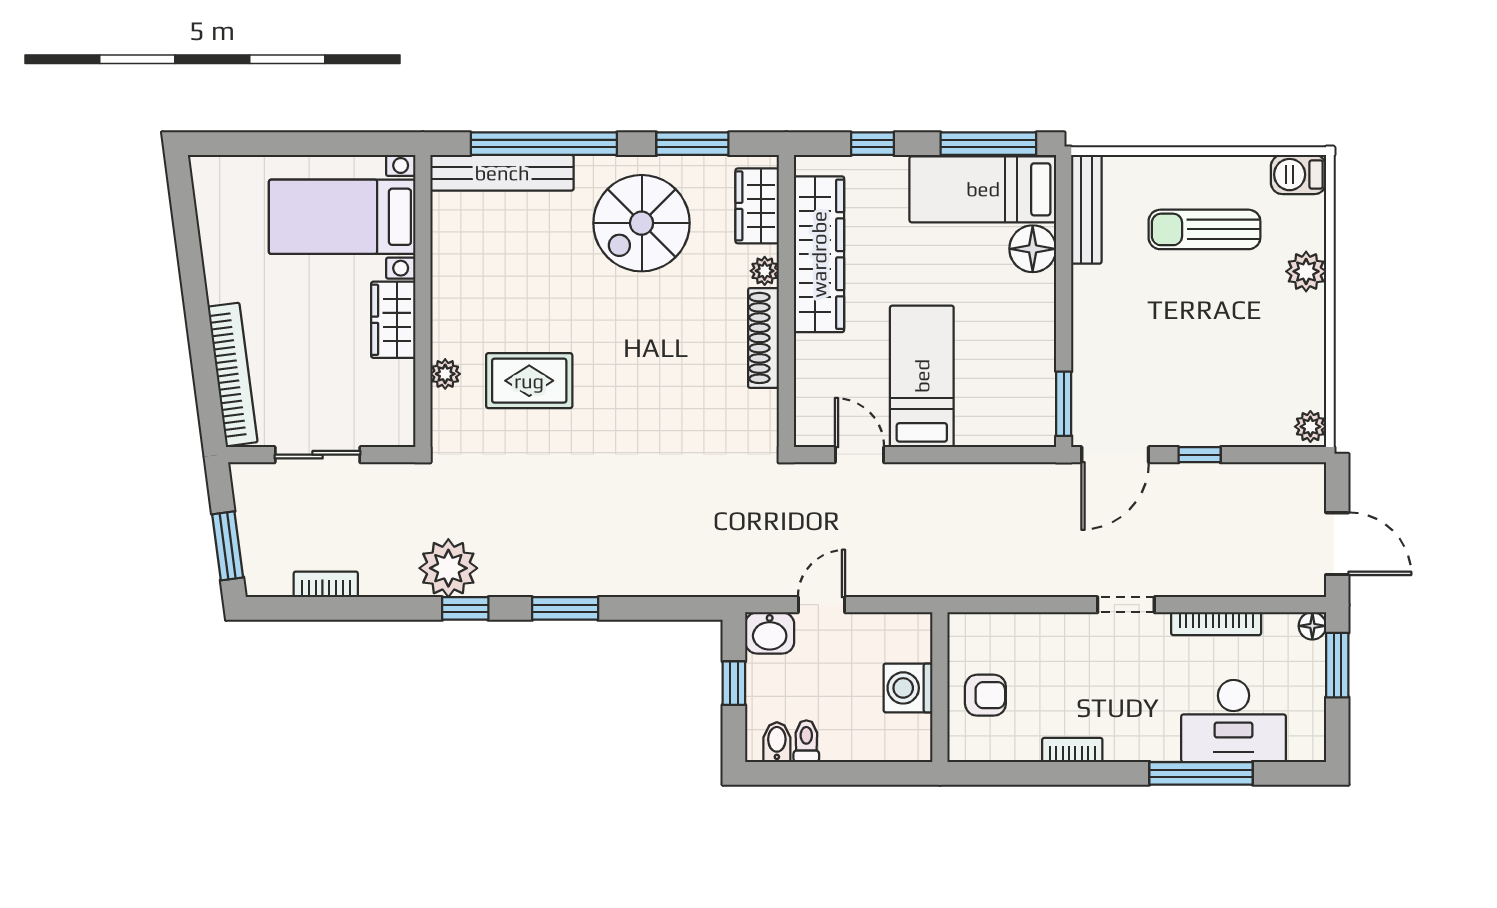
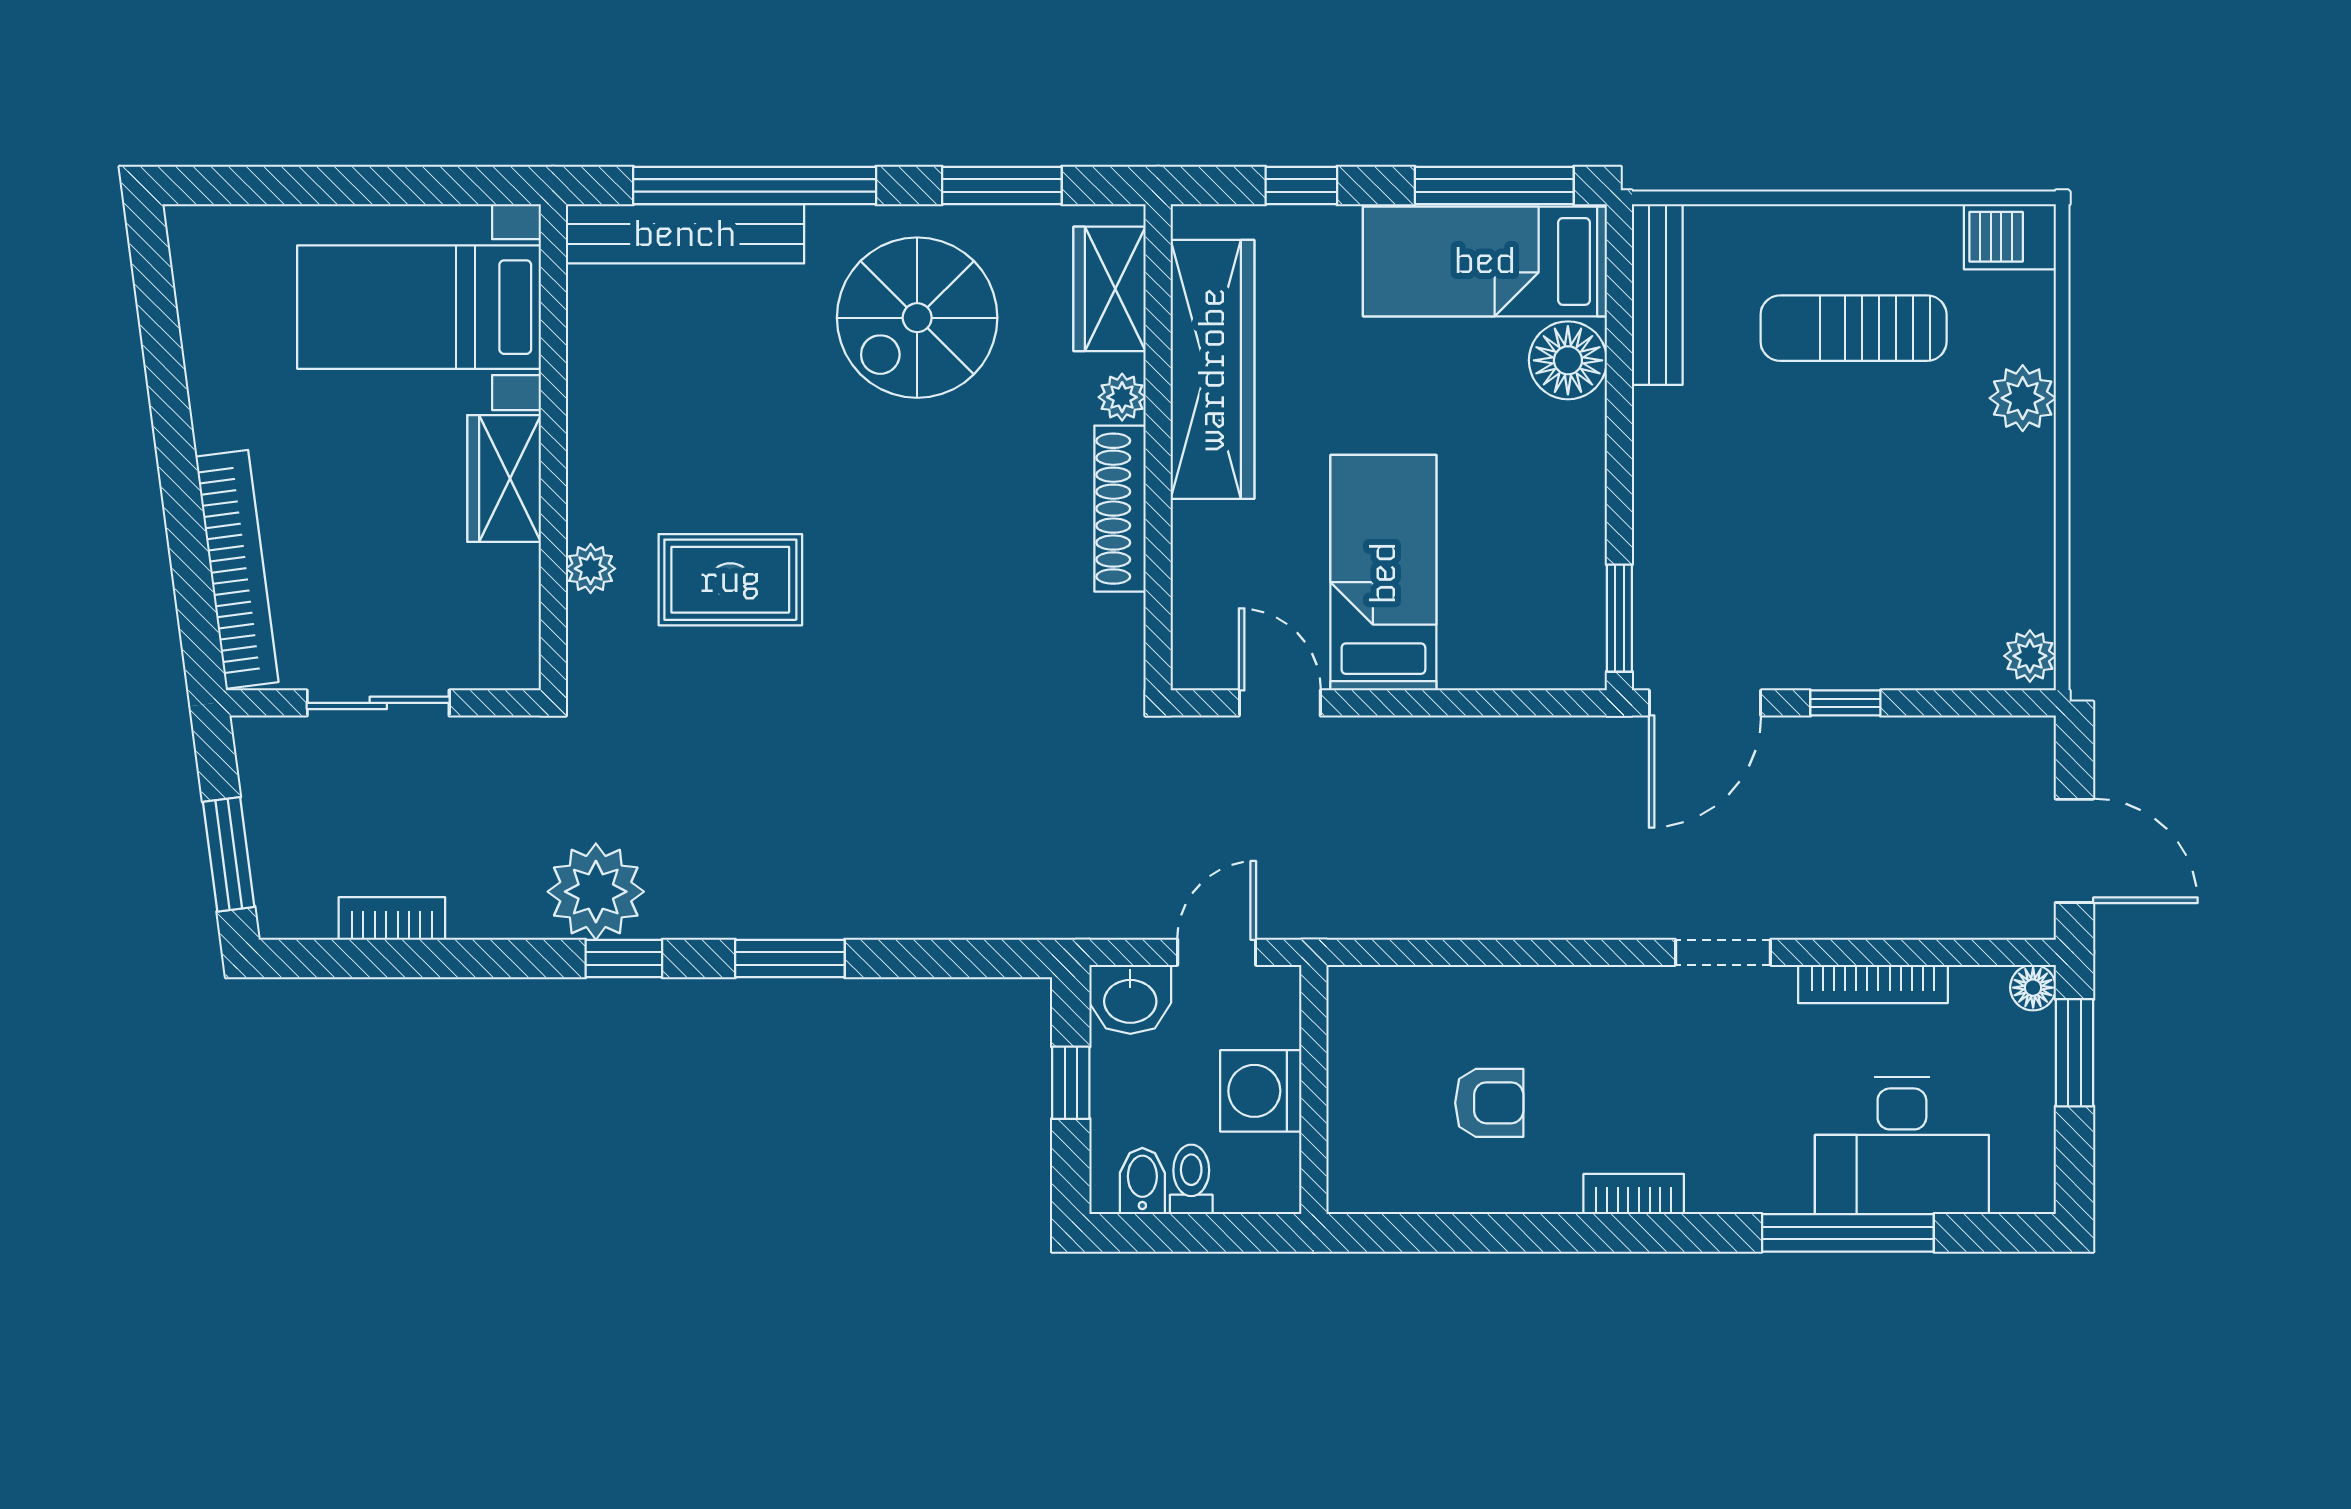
wall: (940, 687) -> (1314, 1089), moved
washing machine: (908, 688) -> (1261, 1091), moved

